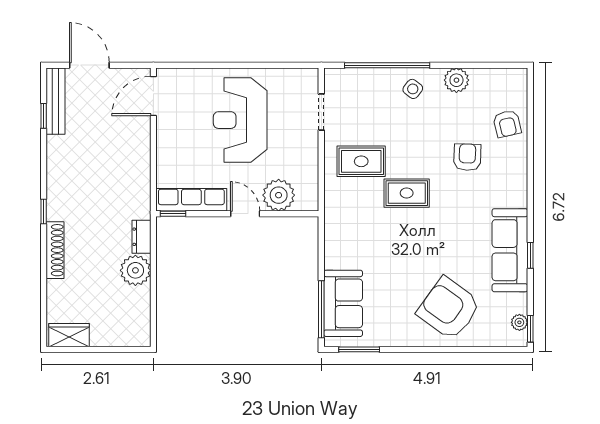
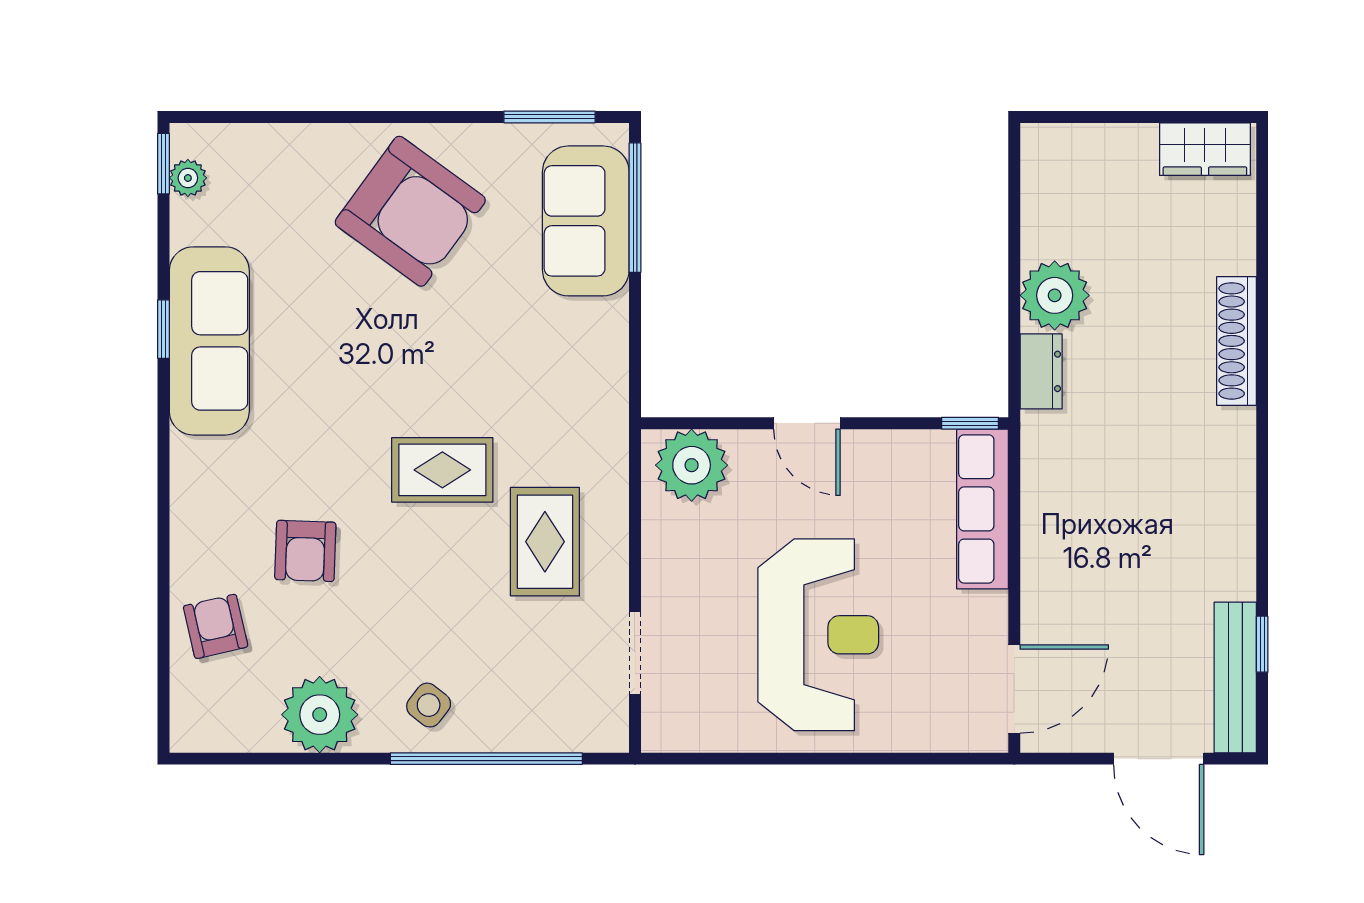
plant: (456, 80) -> (320, 715), width x1.36, depth x1.36
rug: (361, 161) -> (545, 542), turned 90
plant: (279, 195) -> (692, 465), moved
row of seats: (191, 200) -> (983, 509), moved, turned 90
window: (44, 211) -> (1262, 428), removed
armchair: (449, 308) -> (410, 211), moved

